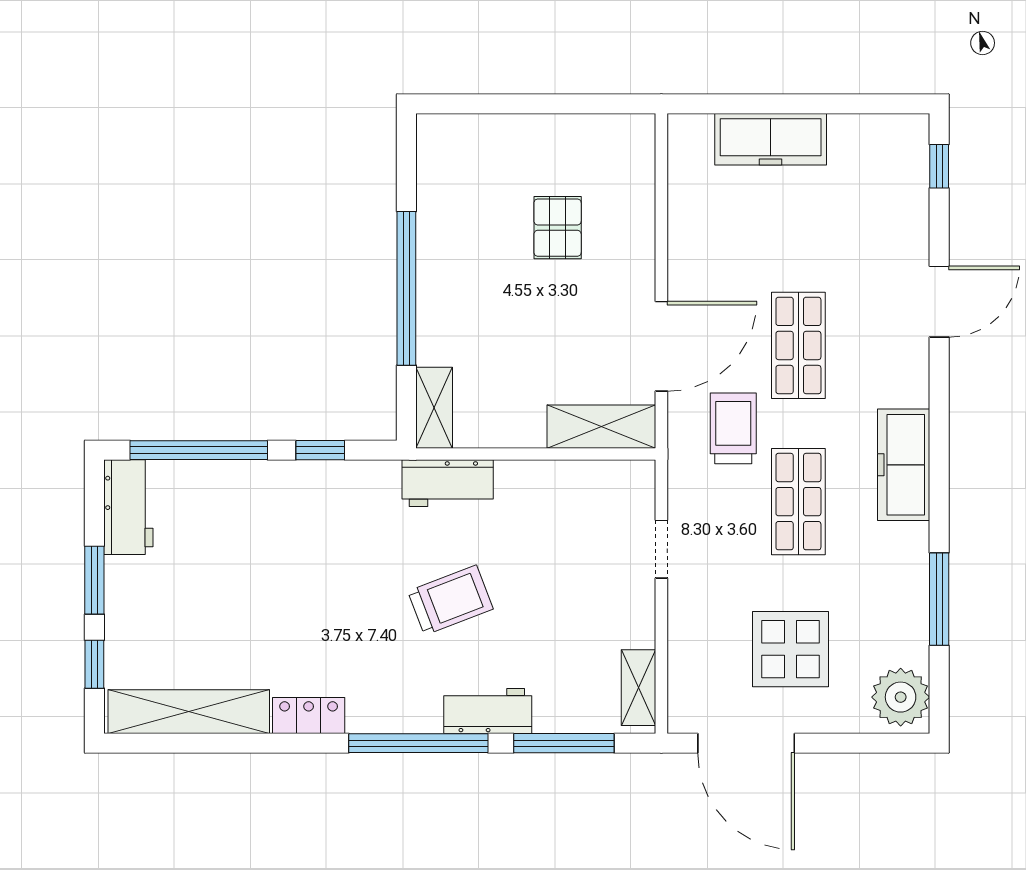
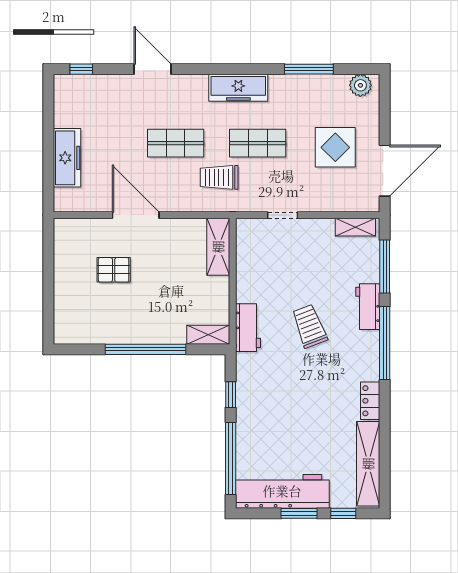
door: (661, 346) -> (136, 215), moved
workbench: (128, 507) -> (282, 491), width x1.88, depth x1.32
plant: (901, 697) -> (360, 85), width x0.73, depth x0.73

